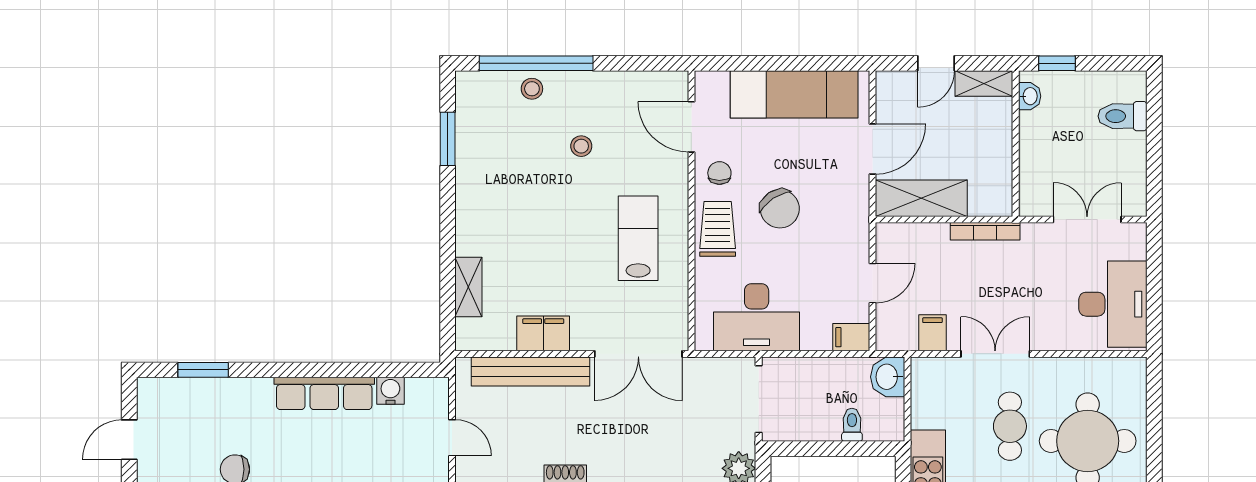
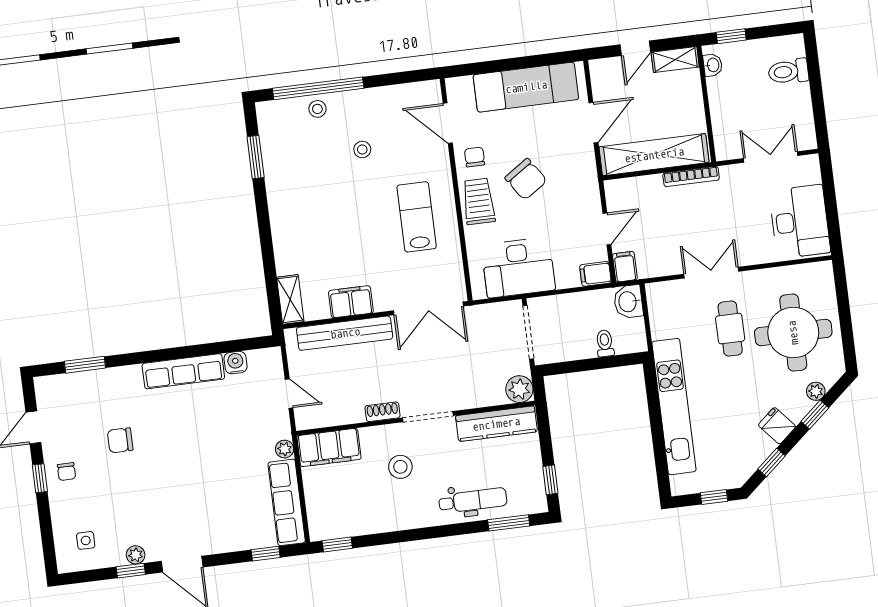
shelving: (921, 198) -> (654, 155), width x1.47
shelving: (468, 287) -> (290, 299), moved
filing cabinet: (932, 333) -> (625, 267), moved

